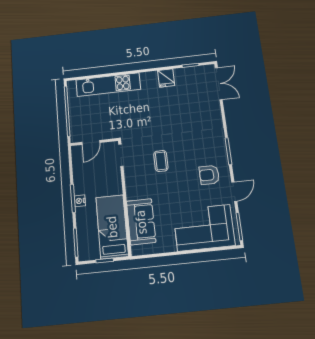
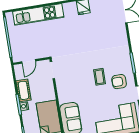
coffee table: (161, 161) -> (100, 77), moved
cot: (81, 180) -> (23, 90), added

